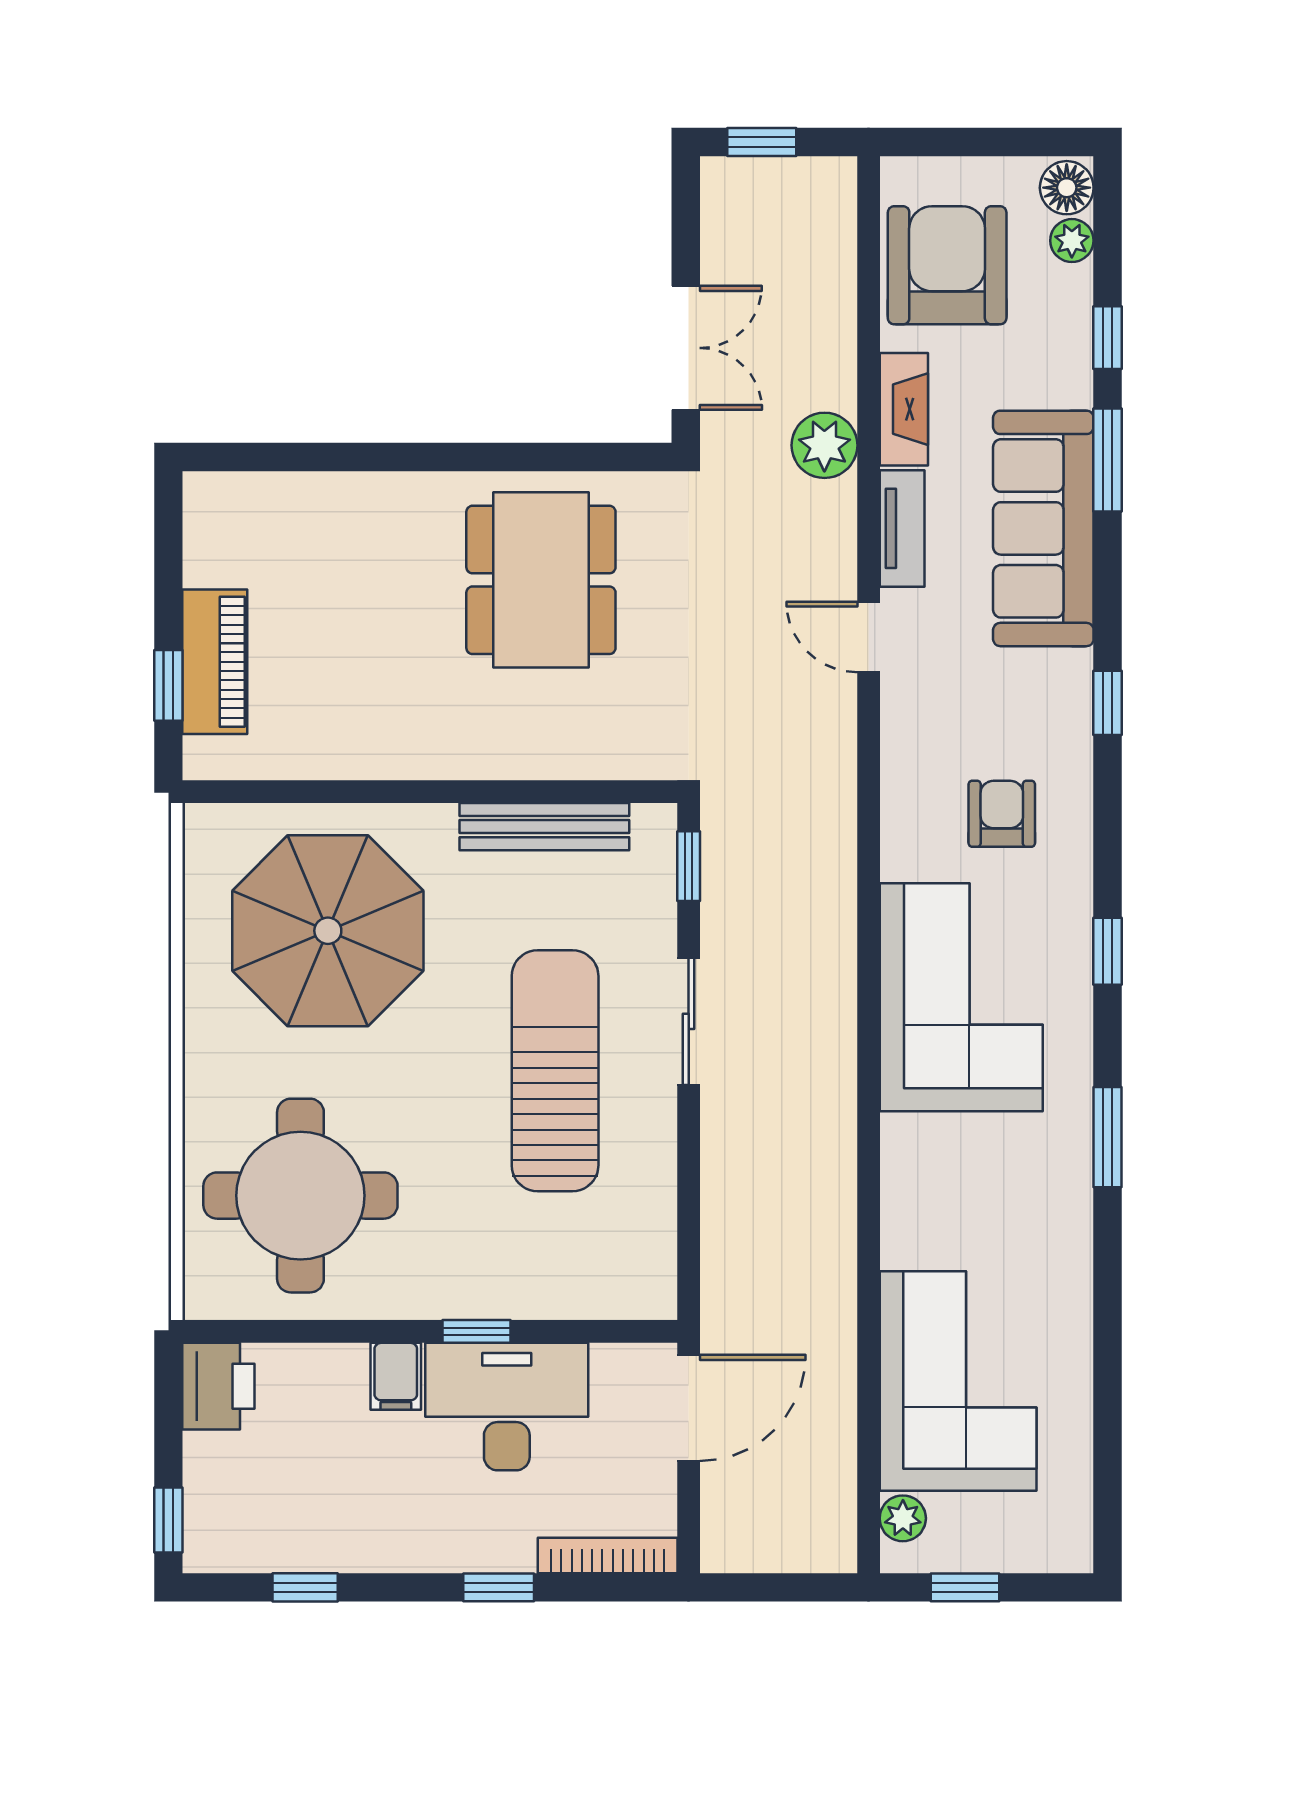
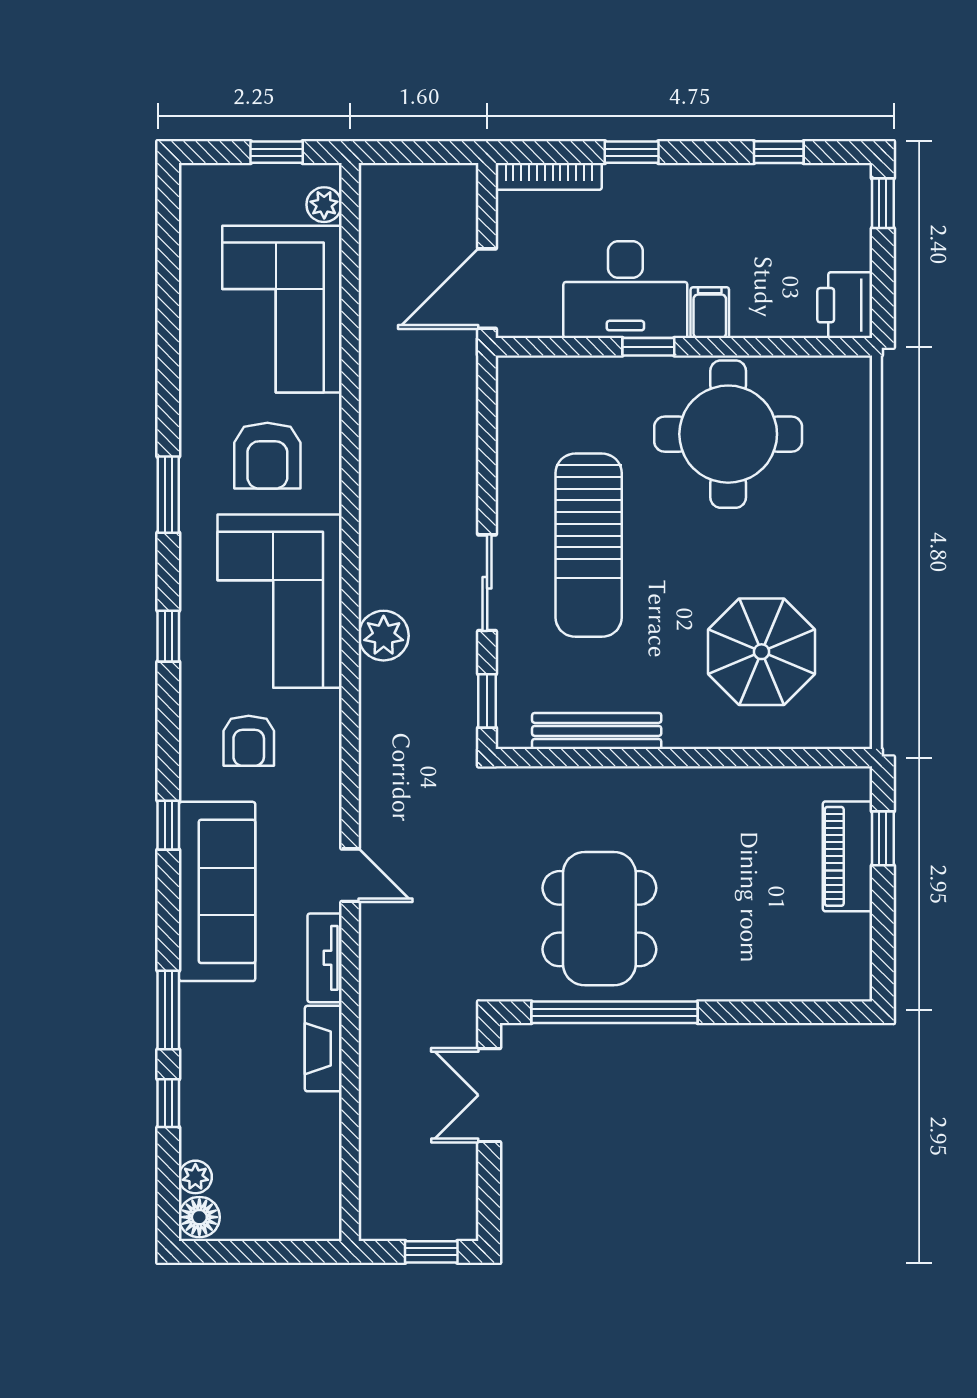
armchair: (947, 265) -> (267, 456), moved, width x0.73, depth x0.73
plant: (824, 445) -> (384, 636), moved
window: (521, 457) -> (614, 1012), added
sofa: (1043, 528) -> (217, 891), moved
parasol: (328, 931) -> (761, 652), width x0.73, depth x0.73
round table: (300, 1196) -> (728, 434), moved

